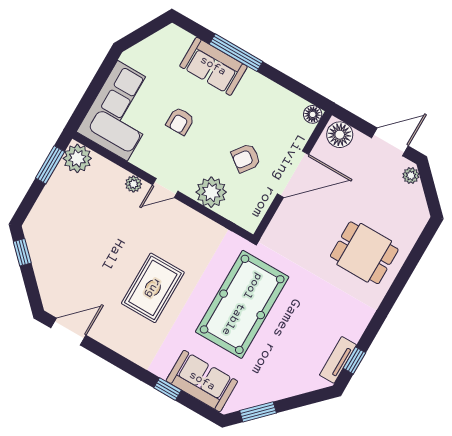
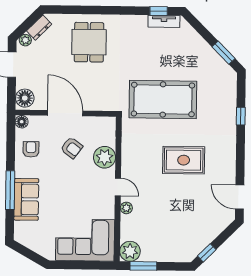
armchair: (180, 121) -> (31, 149), moved, turned -90
dresser: (417, 201) -> (39, 28), added
sofa: (202, 381) -> (224, 98), removed

